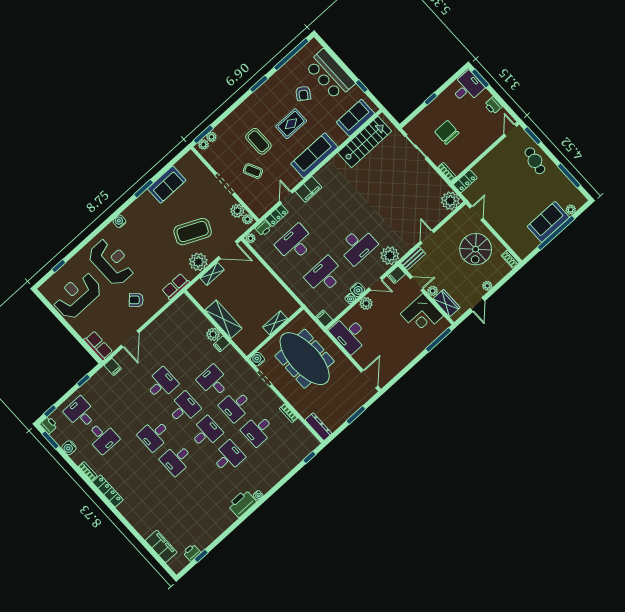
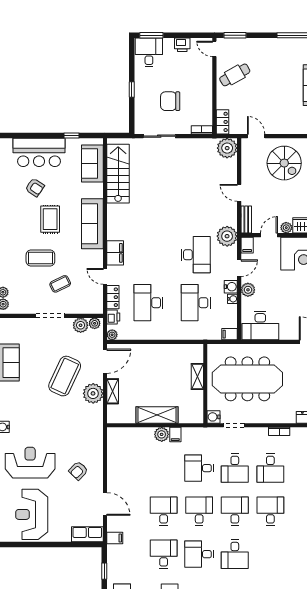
cafe table: (535, 161) -> (235, 75), moved, turned -41
row of seats: (176, 286) -> (96, 429), removed
desk: (132, 411) -> (164, 554), added
desk: (154, 435) -> (199, 554), turned 90

